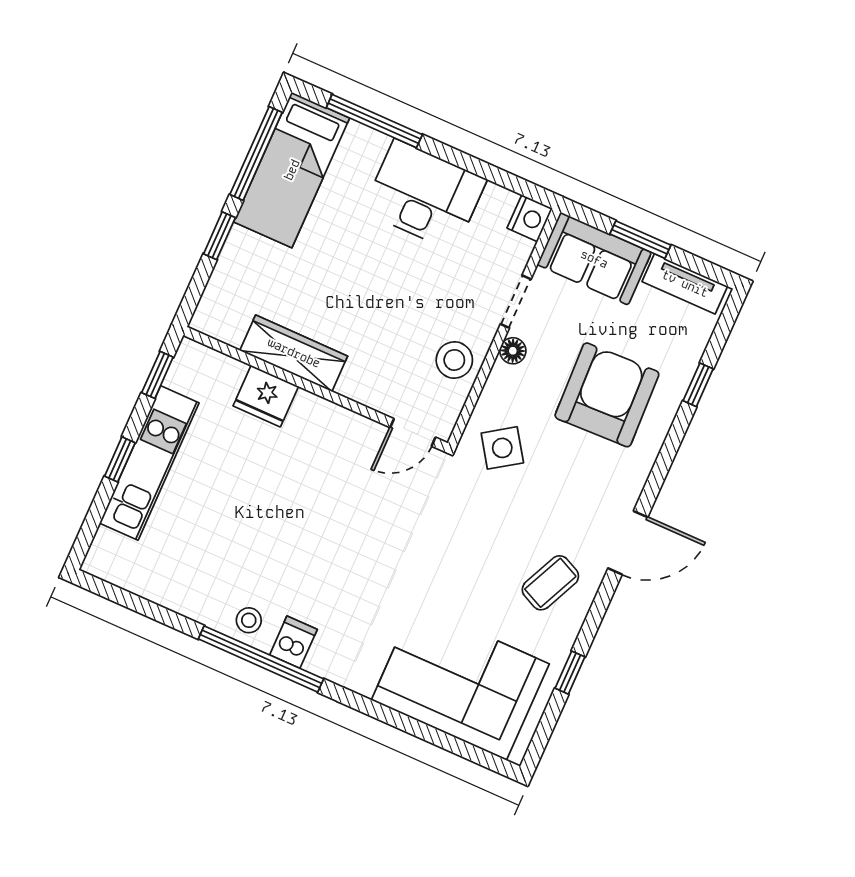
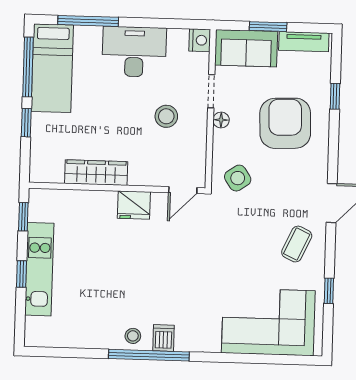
stool: (454, 360) -> (166, 116), moved
fridge: (266, 396) -> (134, 205), moved

